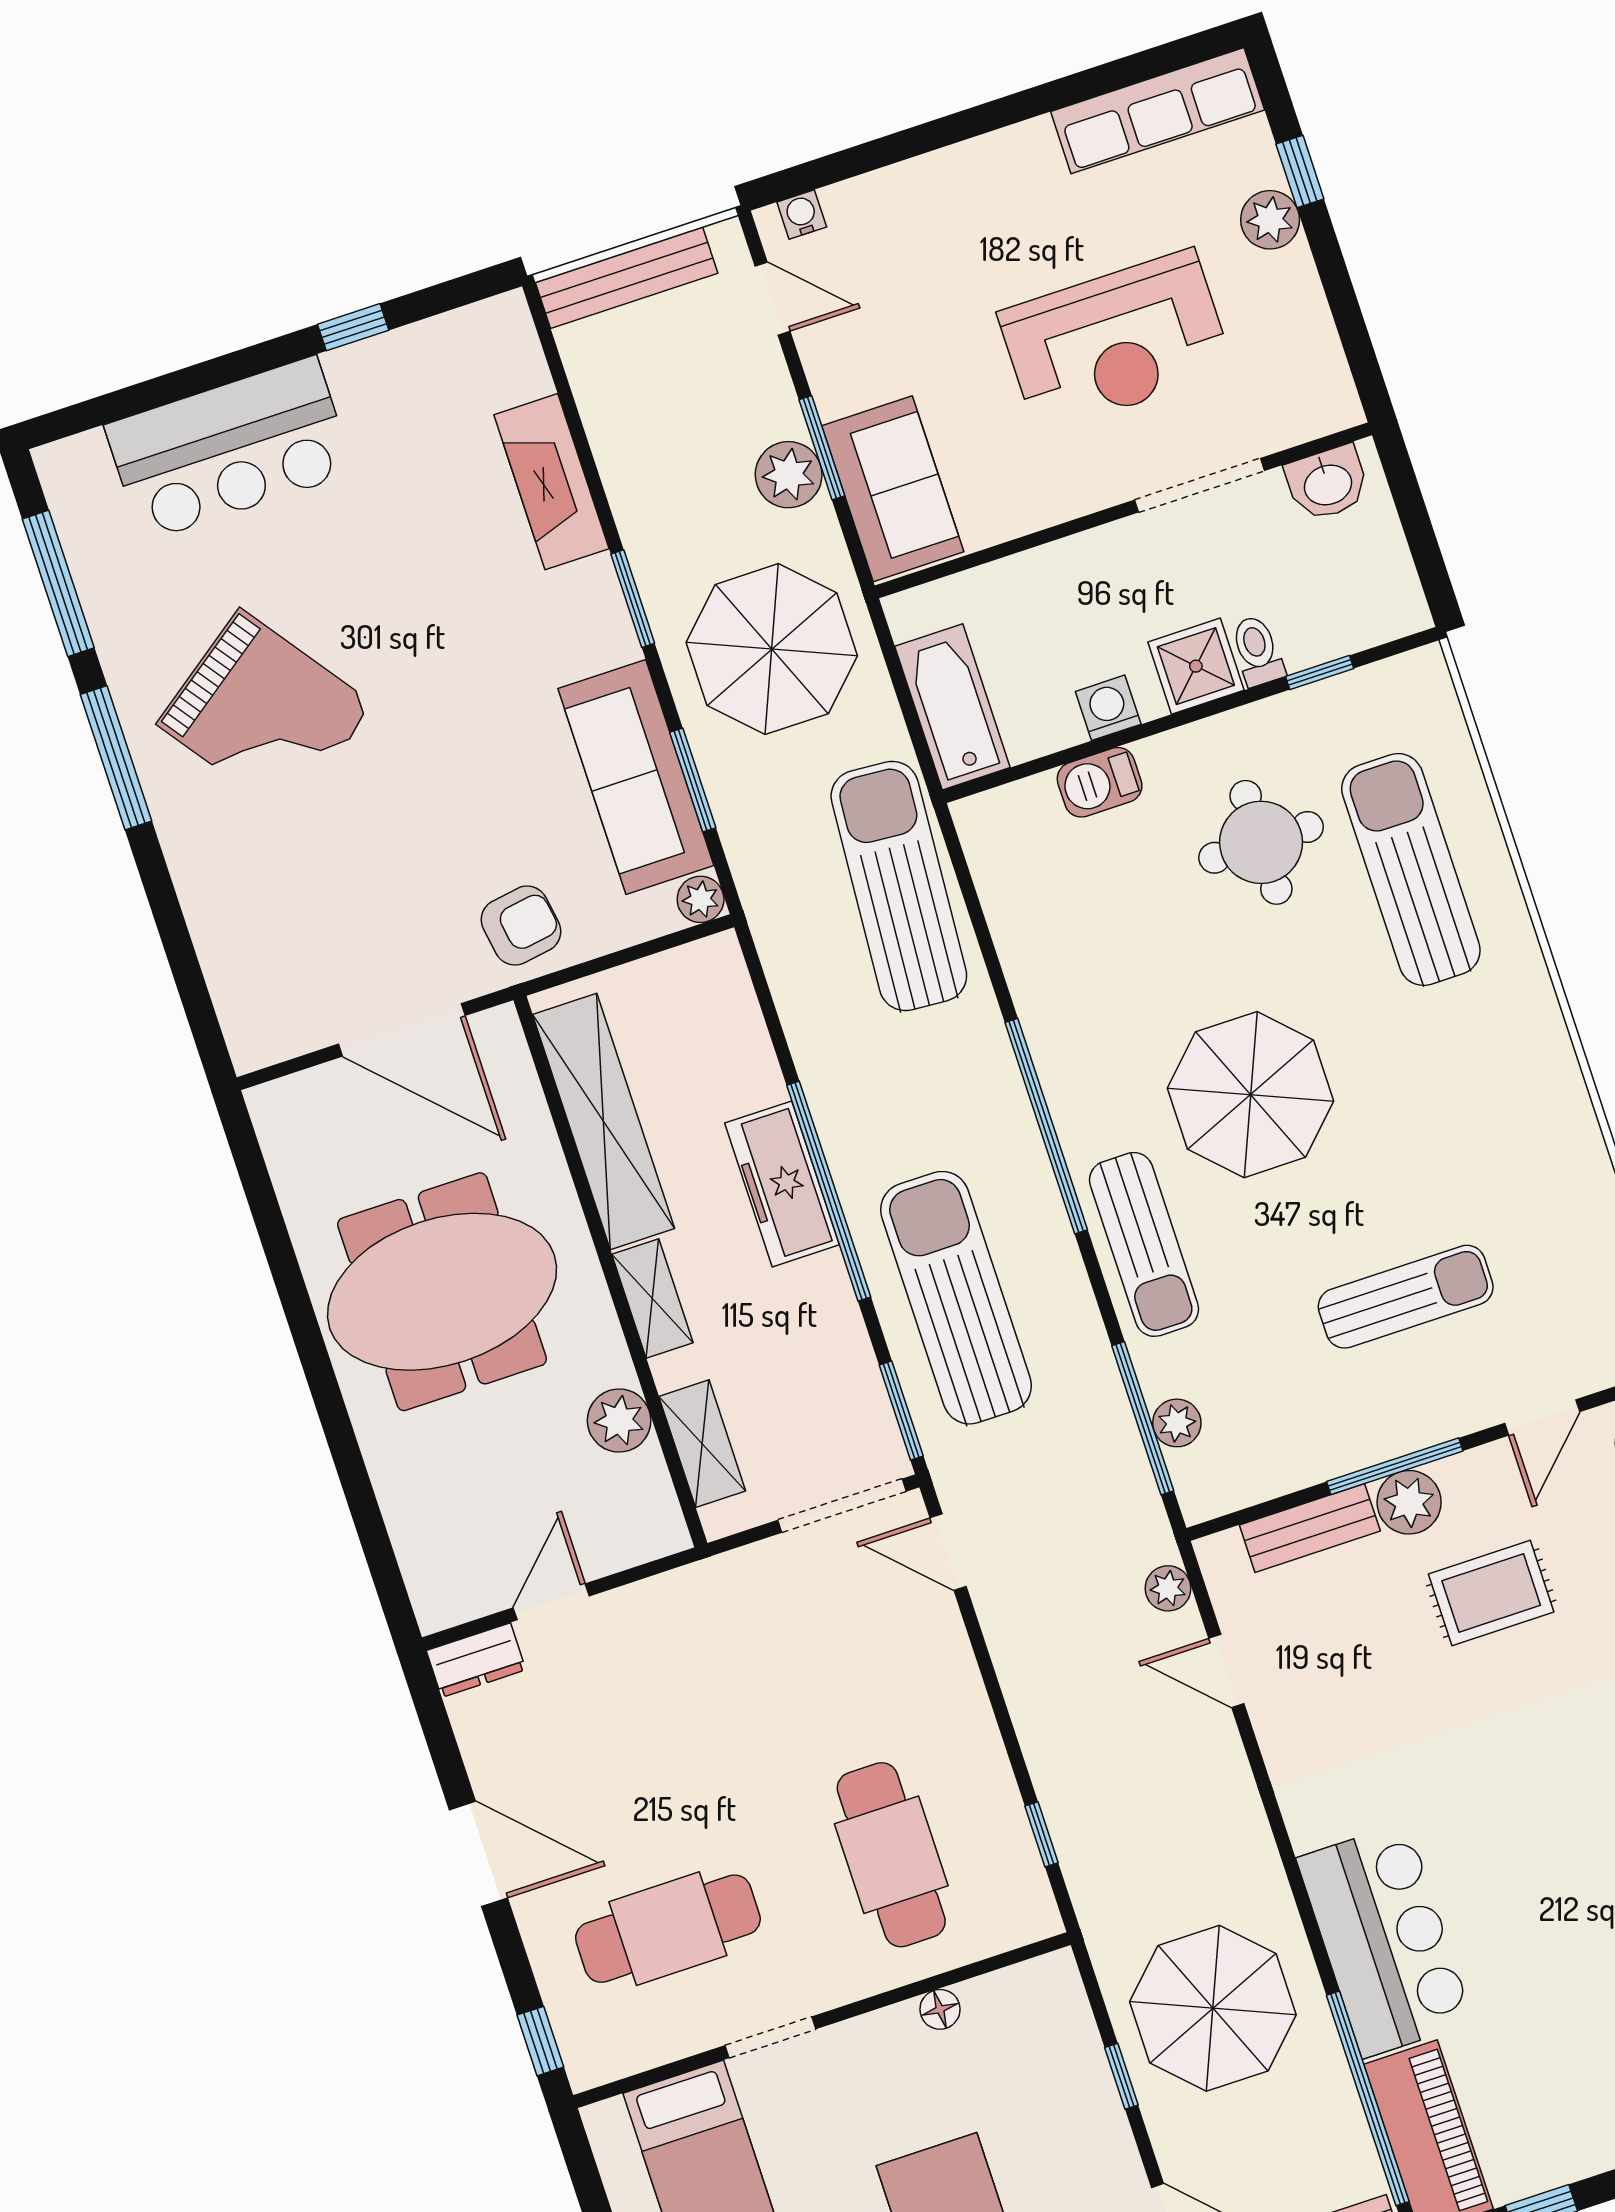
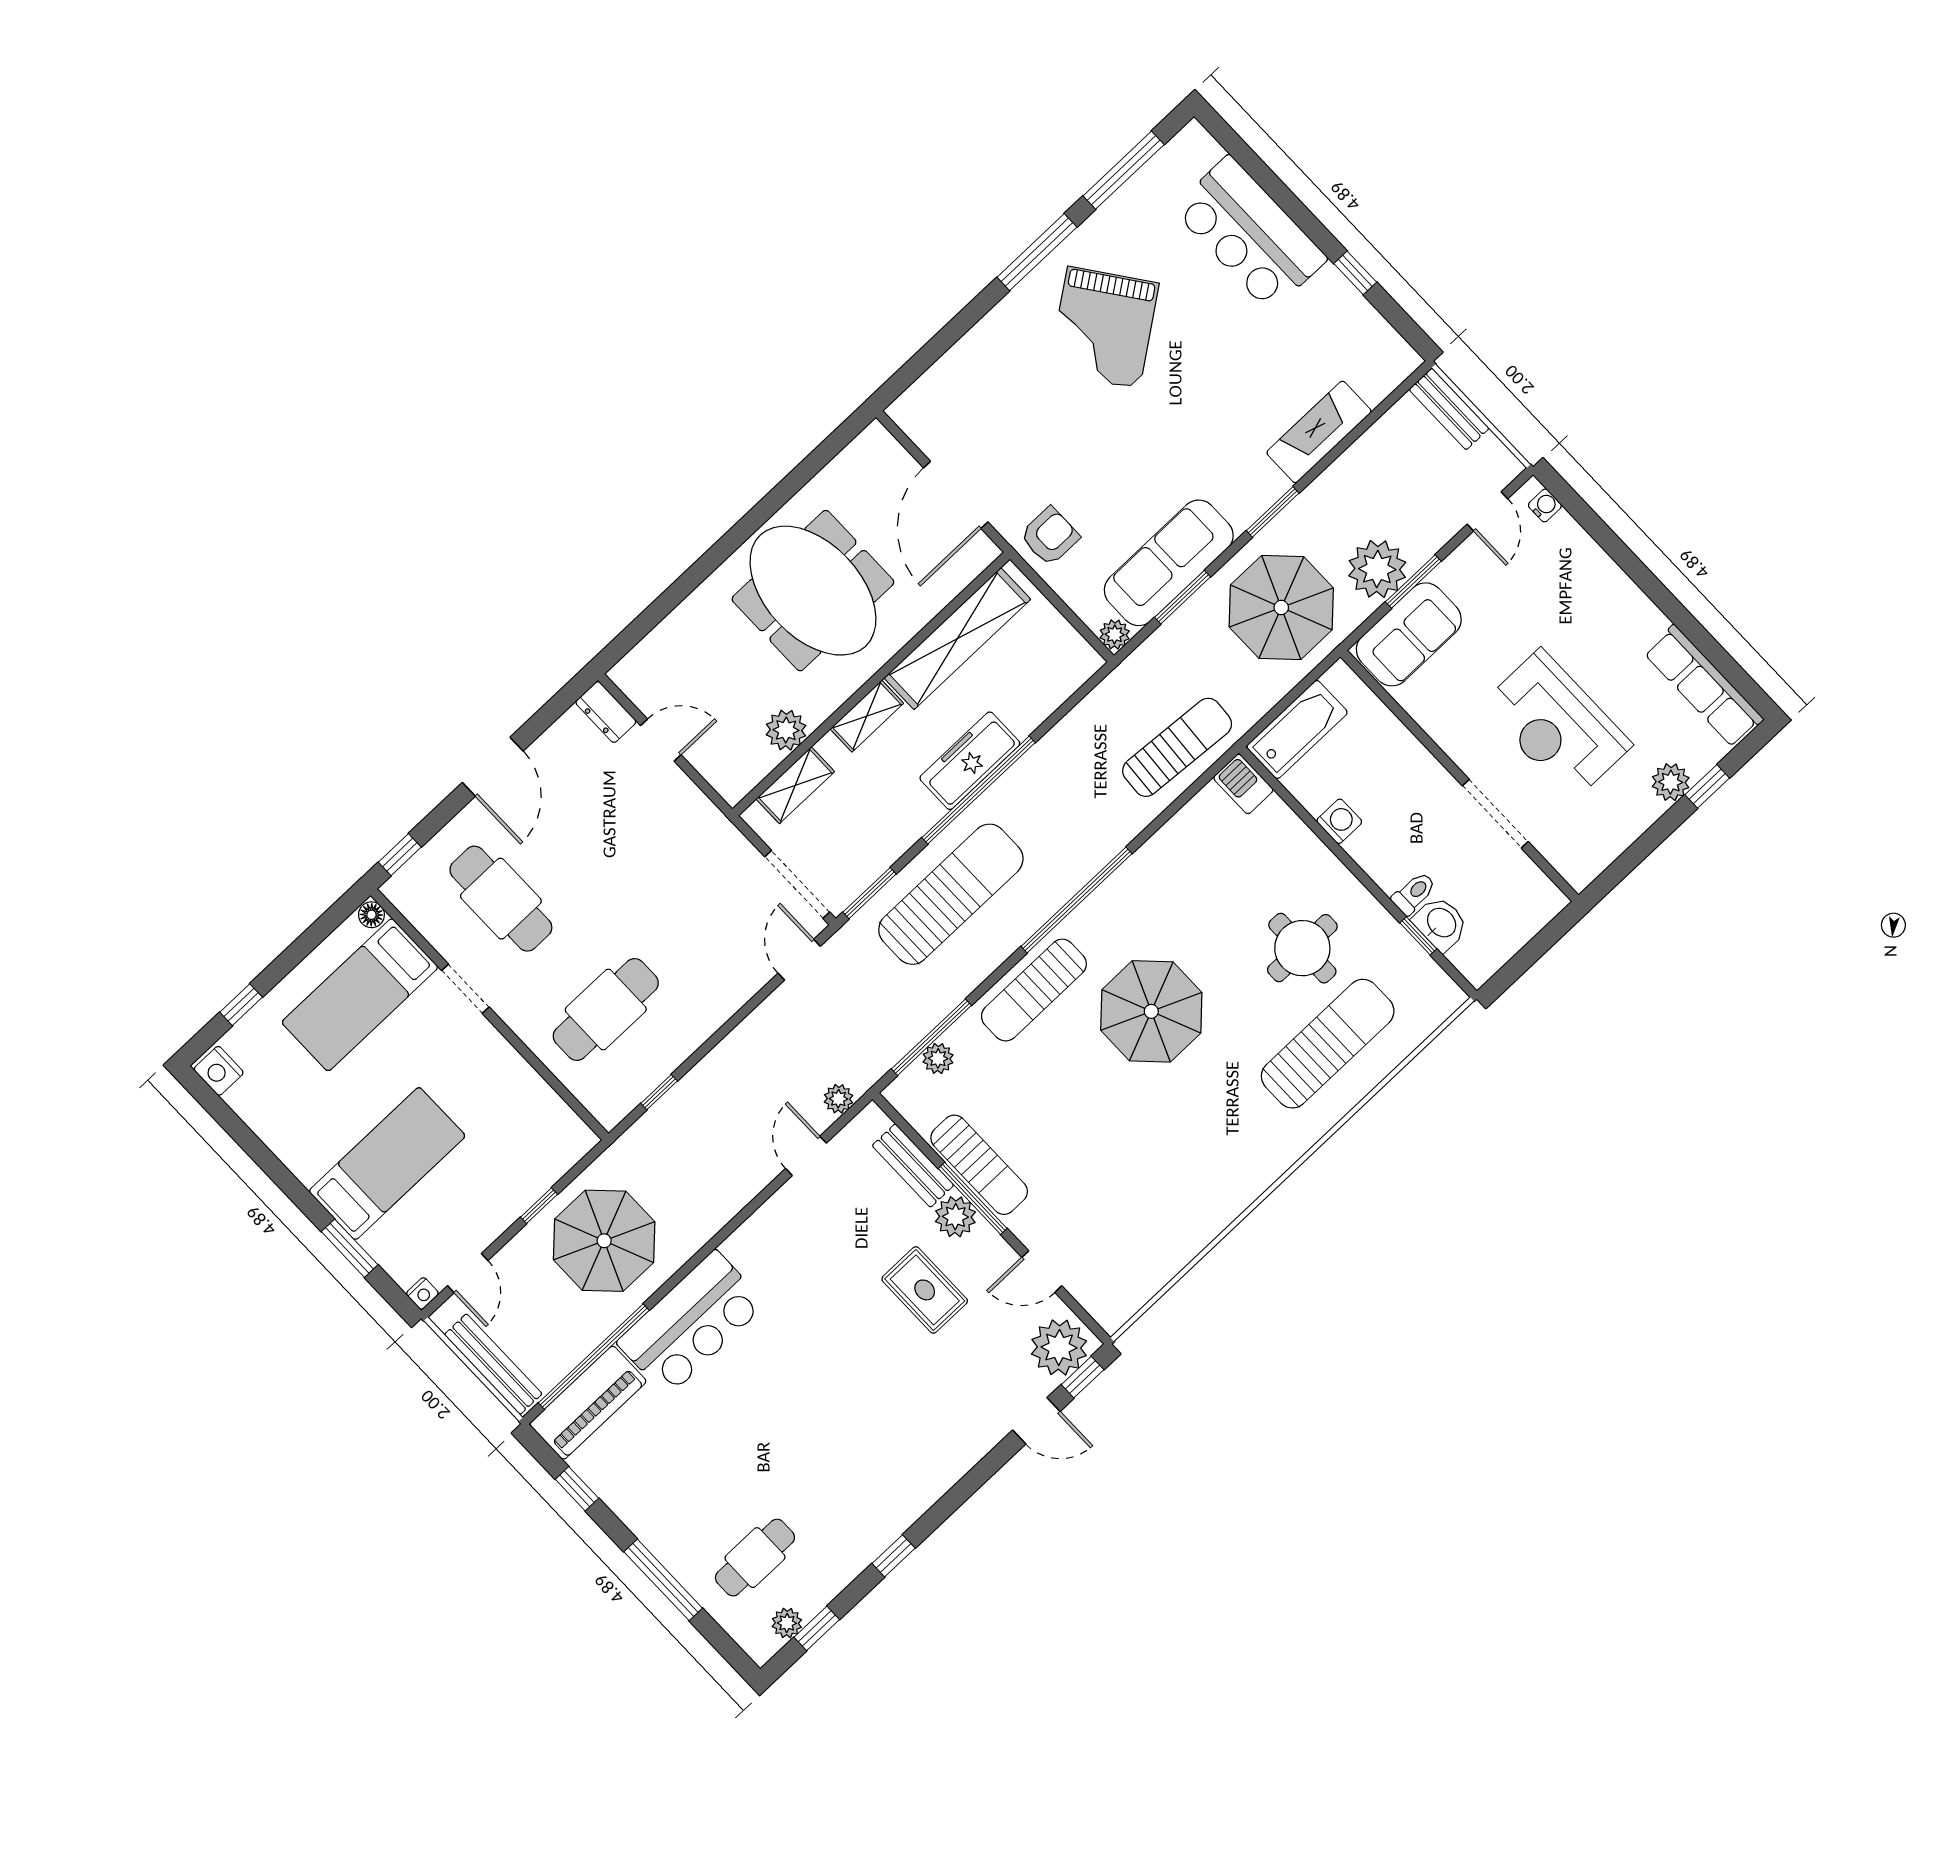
bench: (627, 278) -> (1449, 409), width x0.73
plant: (789, 475) -> (1377, 569), width x1.36, depth x1.36
washbasin: (1327, 483) -> (1441, 923), moved, turned 180
shower: (1196, 666) -> (1388, 861), removed
barbecue: (1100, 782) -> (1243, 784), moved
sun lounger: (899, 886) -> (1177, 747), width x0.73, depth x0.75
armchair: (521, 926) -> (1050, 536), turned -81
sun lounger: (1406, 1297) -> (979, 1165), moved
floor lamp: (940, 2009) -> (371, 915), moved

